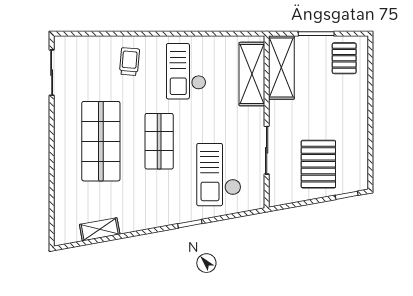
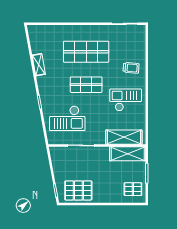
pallet: (318, 164) -> (78, 190), moved
checkout: (219, 175) -> (67, 118), turned 180
shelving: (100, 229) -> (39, 65), moved

